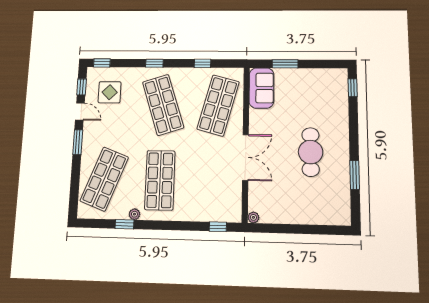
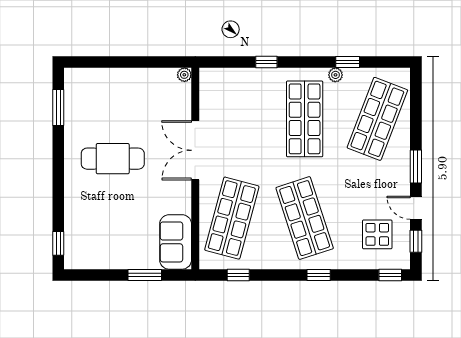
window: (202, 63) -> (238, 275), moved
cafe table: (311, 152) -> (113, 159), turned 90
window: (355, 175) -> (58, 108), moved
window: (218, 227) -> (266, 62), moved

